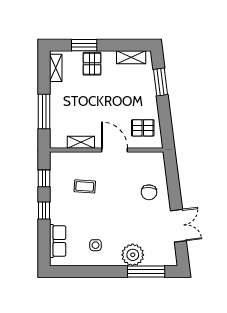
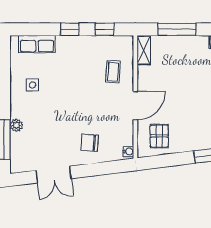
shelving: (81, 142) -> (144, 50), moved
water cooler: (157, 156) -> (128, 151), added
coffee table: (85, 186) -> (113, 72), moved
plant: (133, 255) -> (16, 125), width x0.53, depth x0.53

